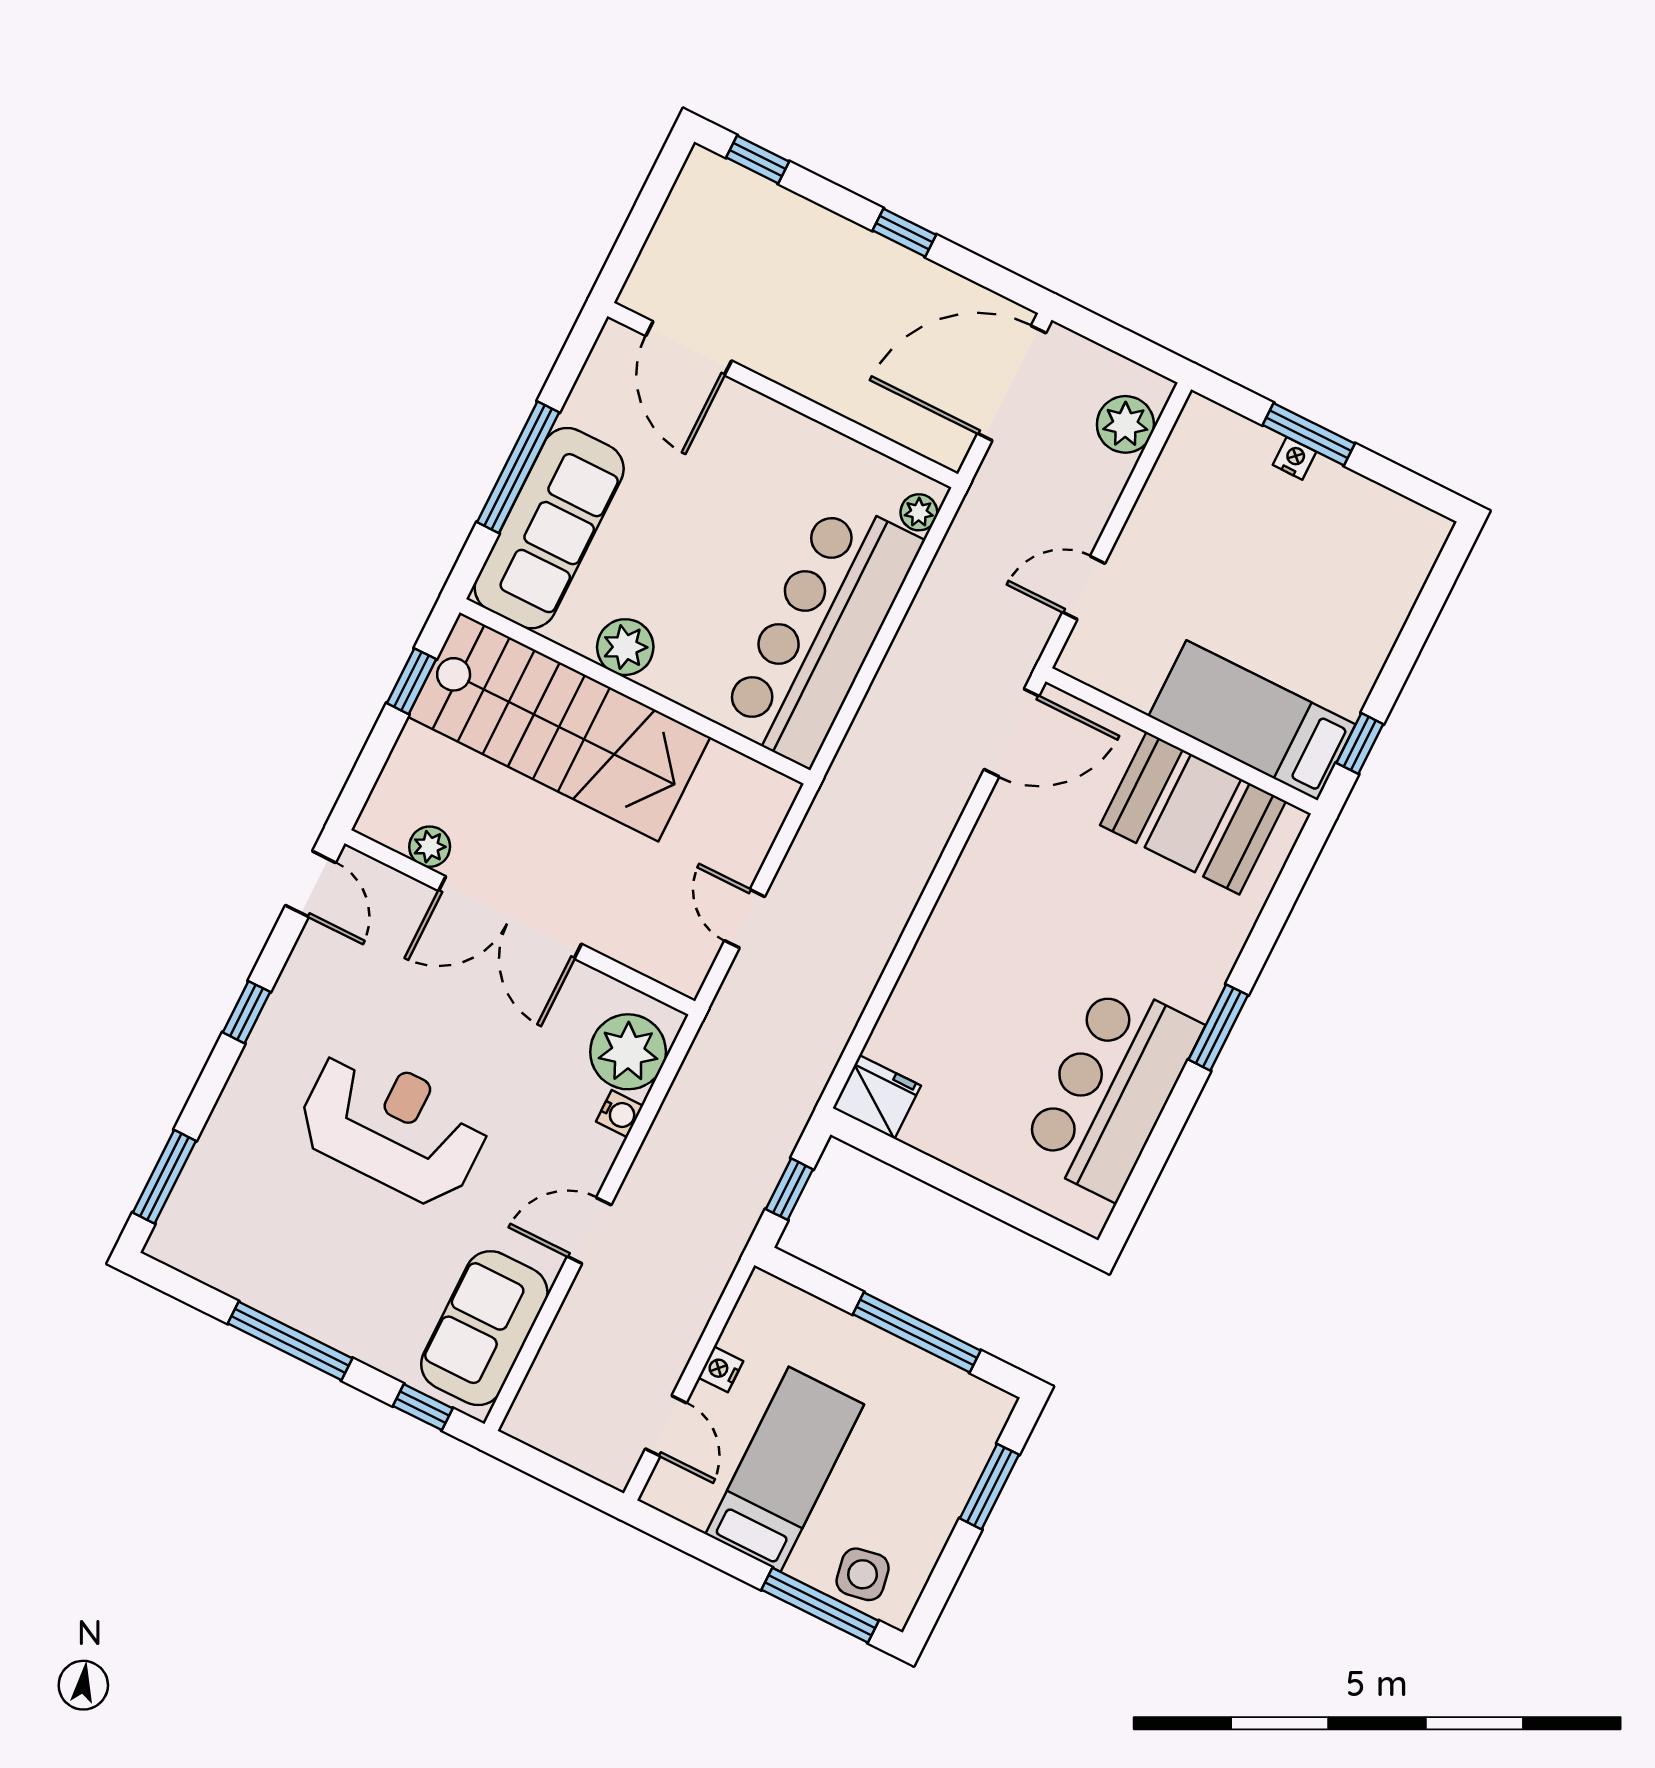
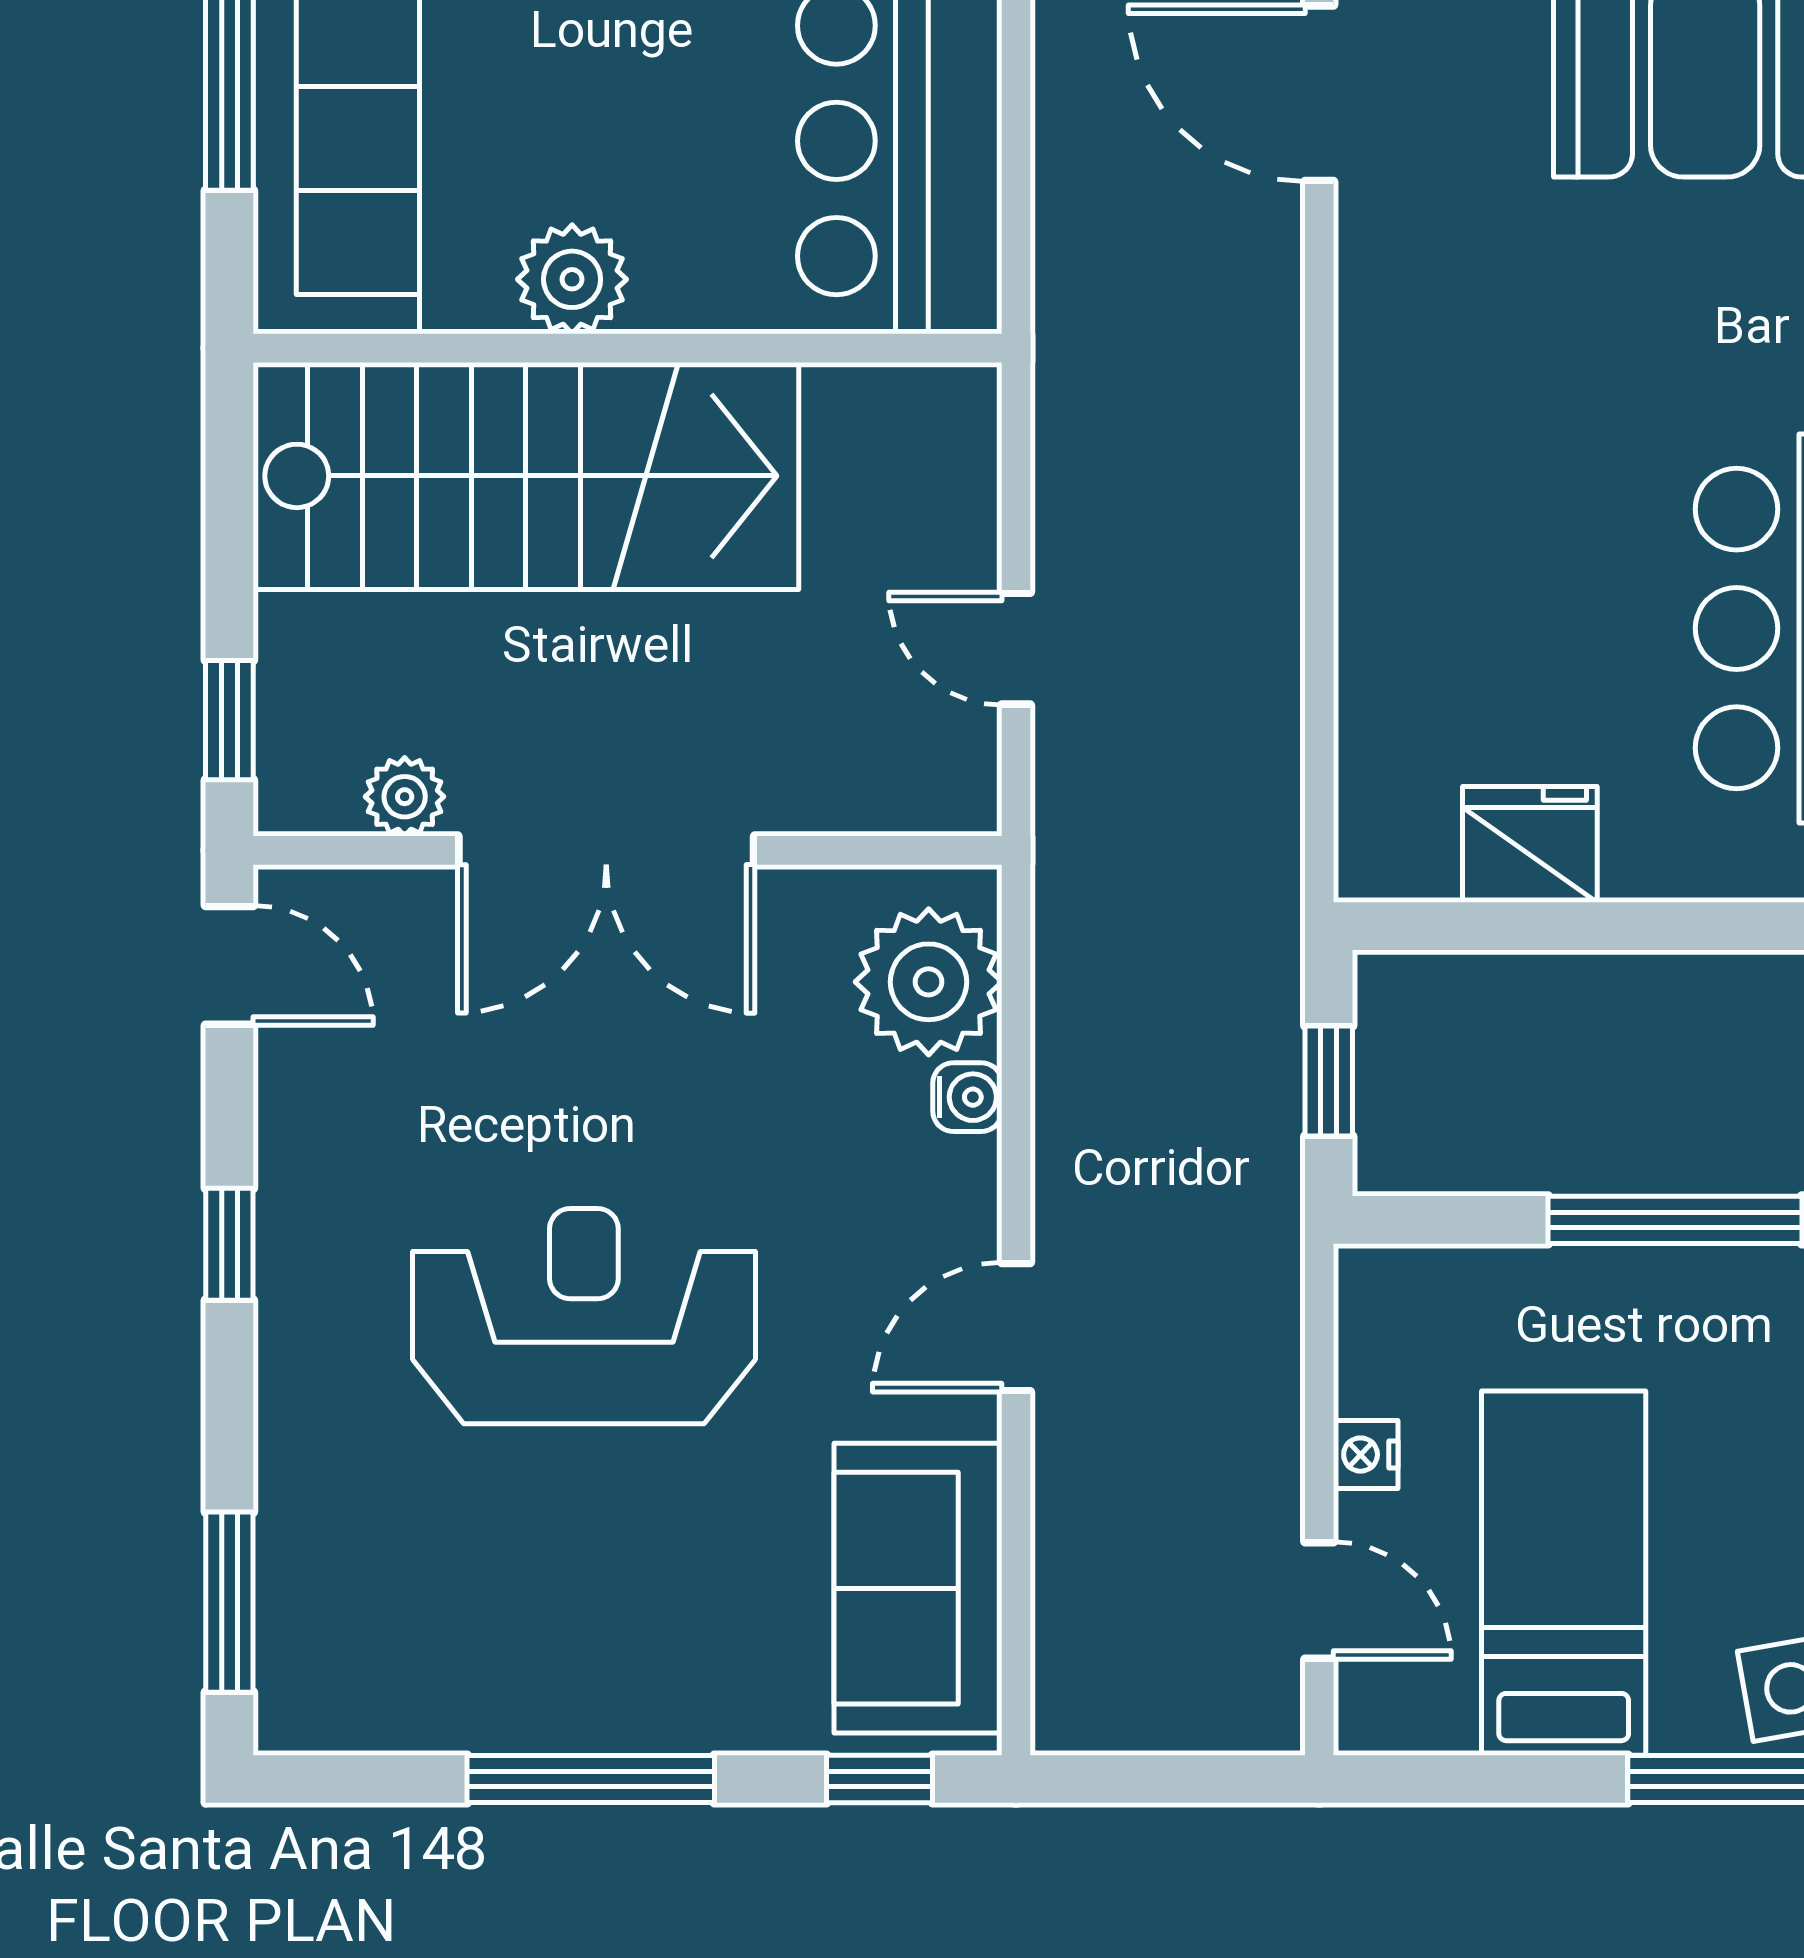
window: (412, 681) -> (229, 720), moved
door: (1011, 733) -> (1319, 93), swing flipped
fridge: (877, 1097) -> (1530, 844), moved

